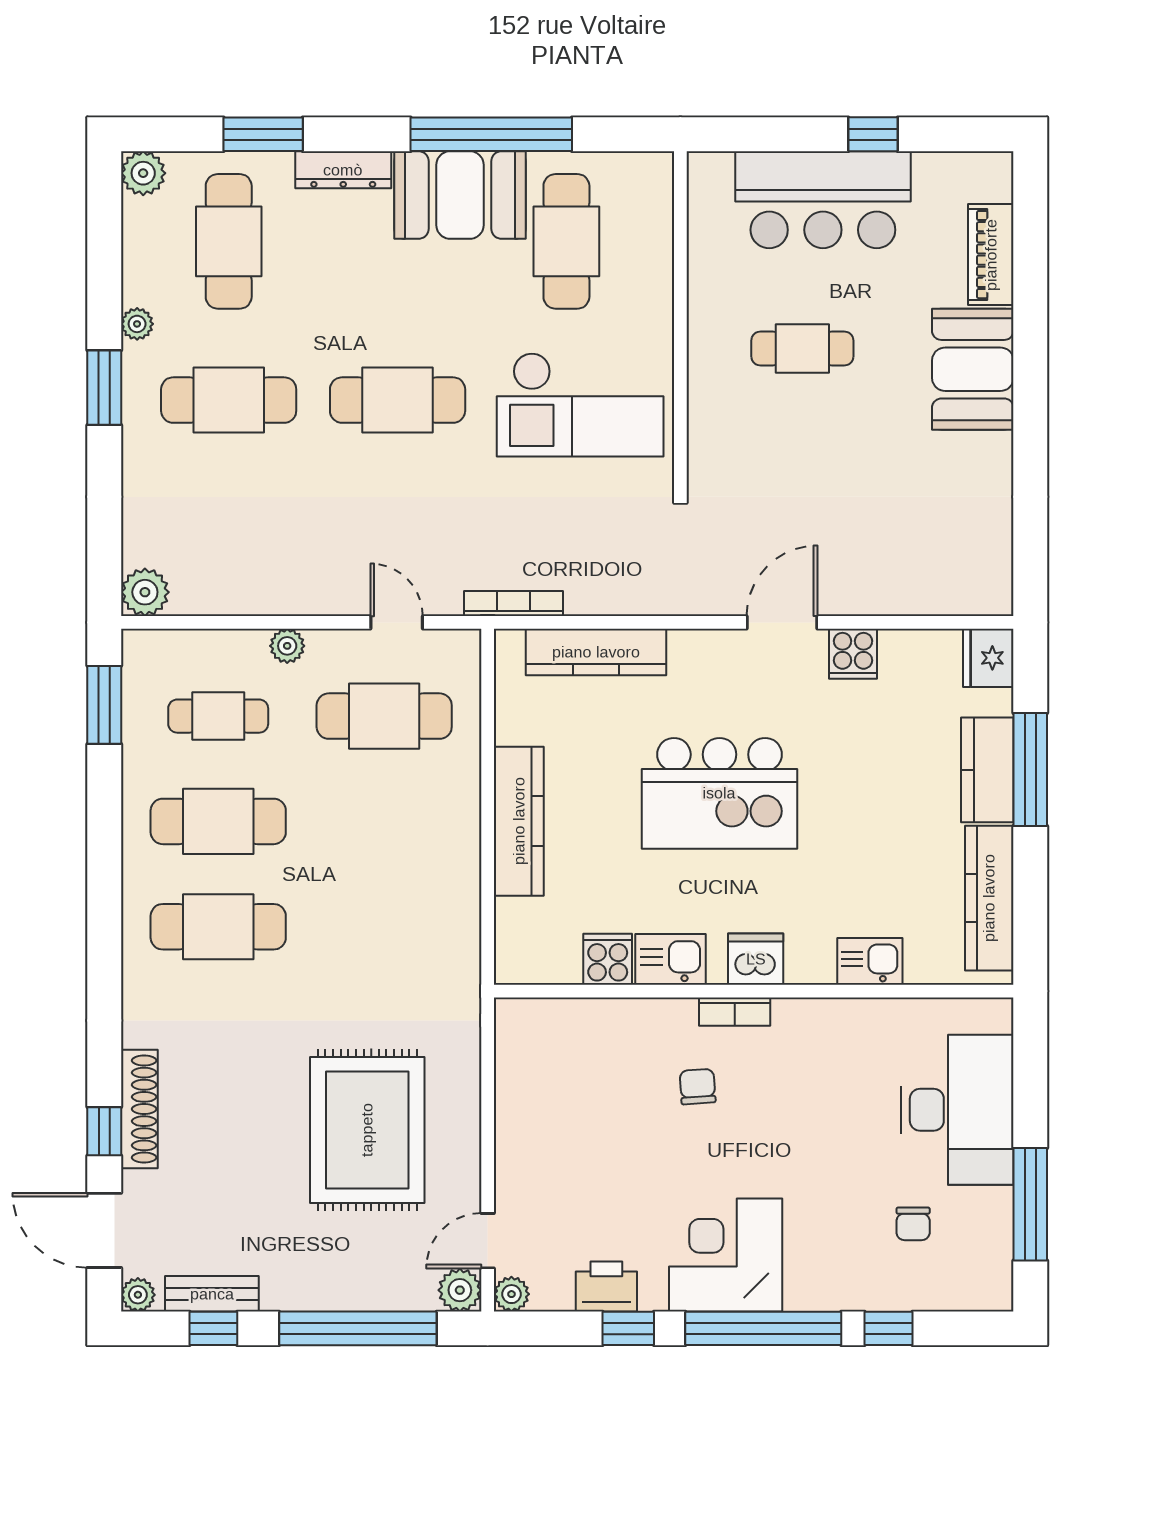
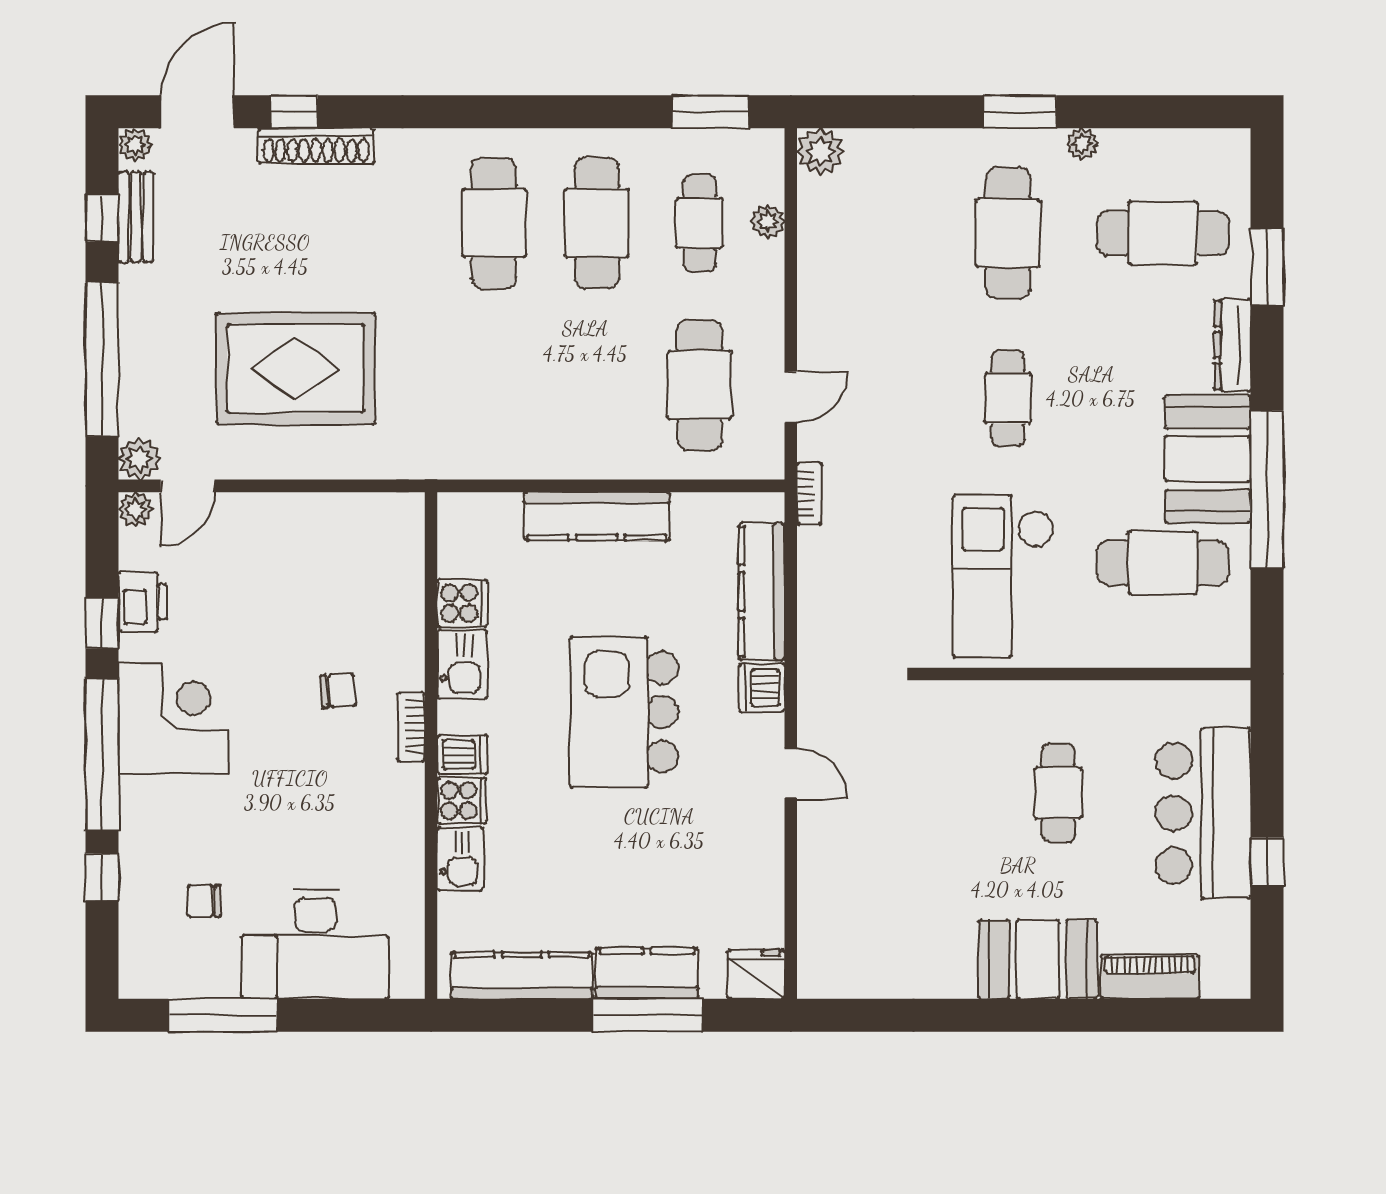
plant: (143, 173) -> (1229, 150), removed
cafe table: (398, 400) -> (1008, 398), width x0.73, depth x0.74
bookcase: (513, 603) -> (809, 494), width x0.64
door: (782, 622) -> (791, 773), width x0.73
plant: (287, 646) -> (768, 221), moved
dishwasher: (694, 652) -> (762, 688), added
cooker: (853, 654) -> (462, 801), moved, turned 180
dishwasher: (756, 959) -> (462, 755), width x0.73
door: (488, 1241) -> (188, 486), swing flipped

